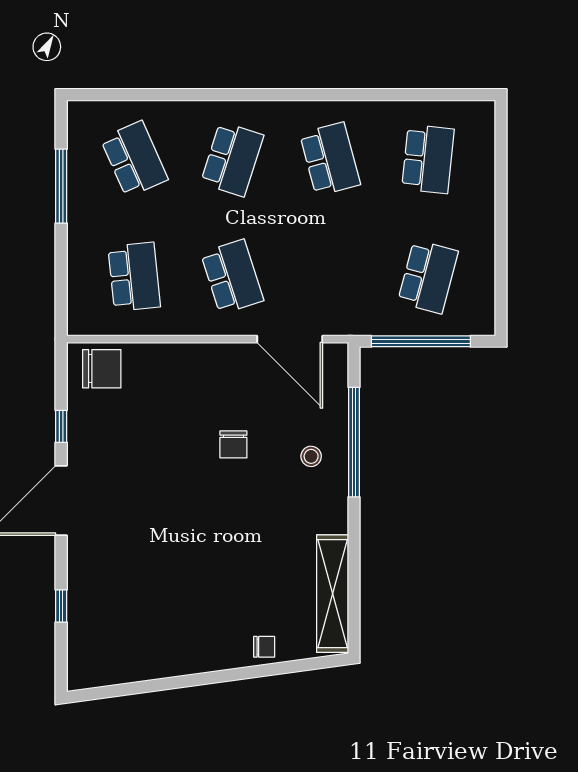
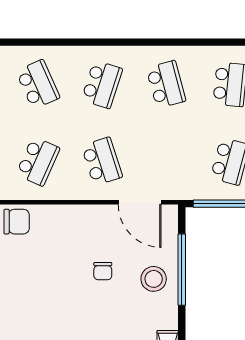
school desk: (134, 277) -> (38, 161), turned 30
stool: (311, 456) -> (154, 279), width x1.89, depth x1.89

